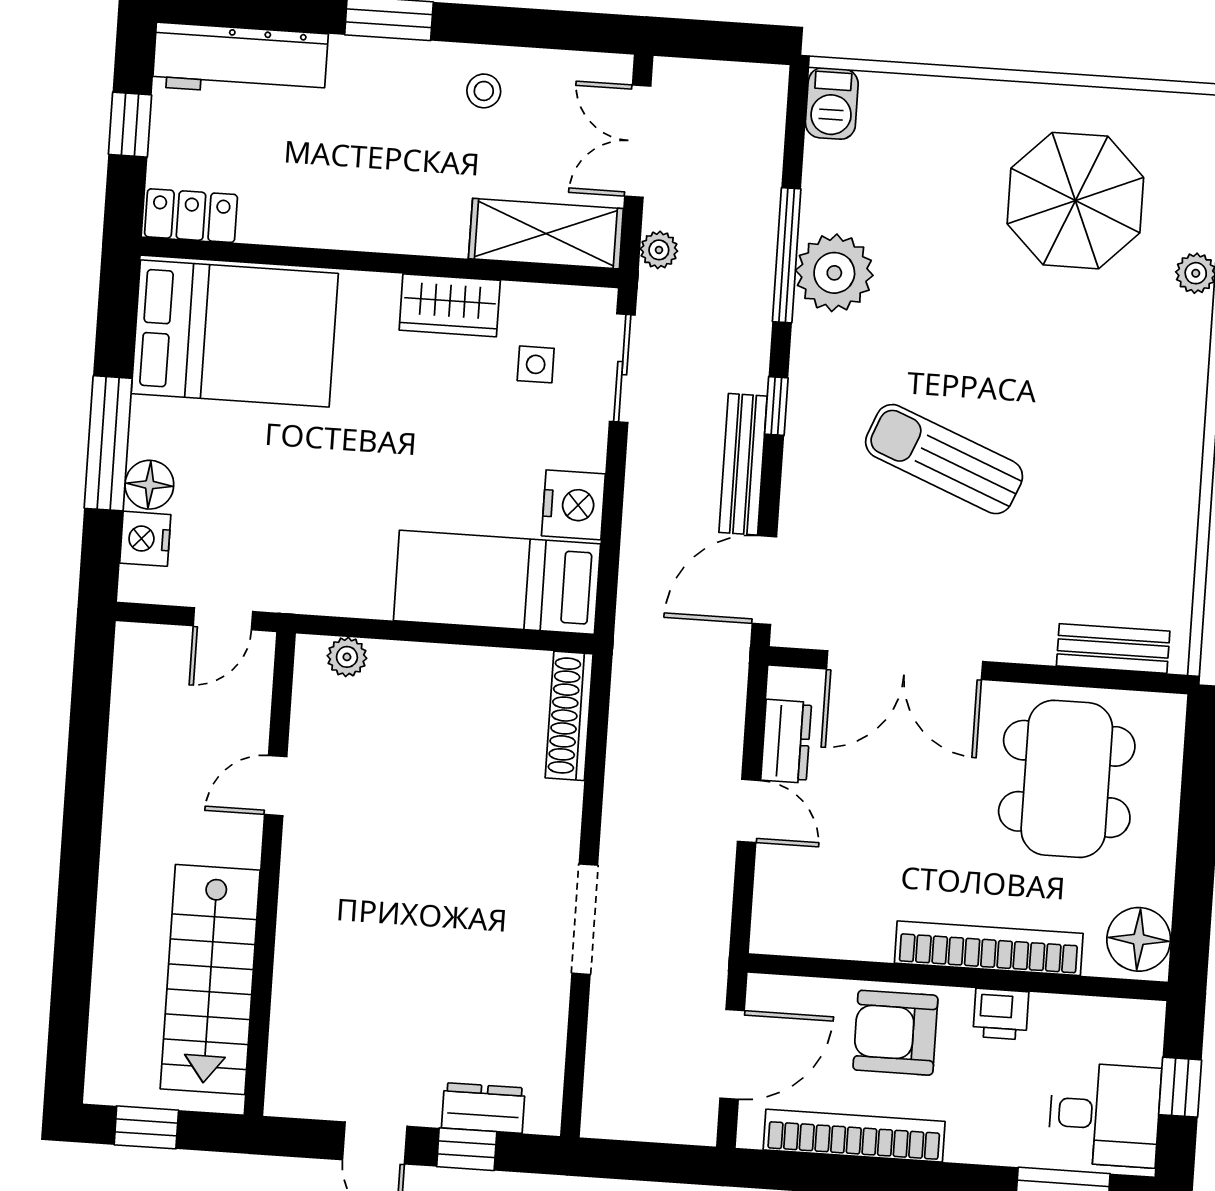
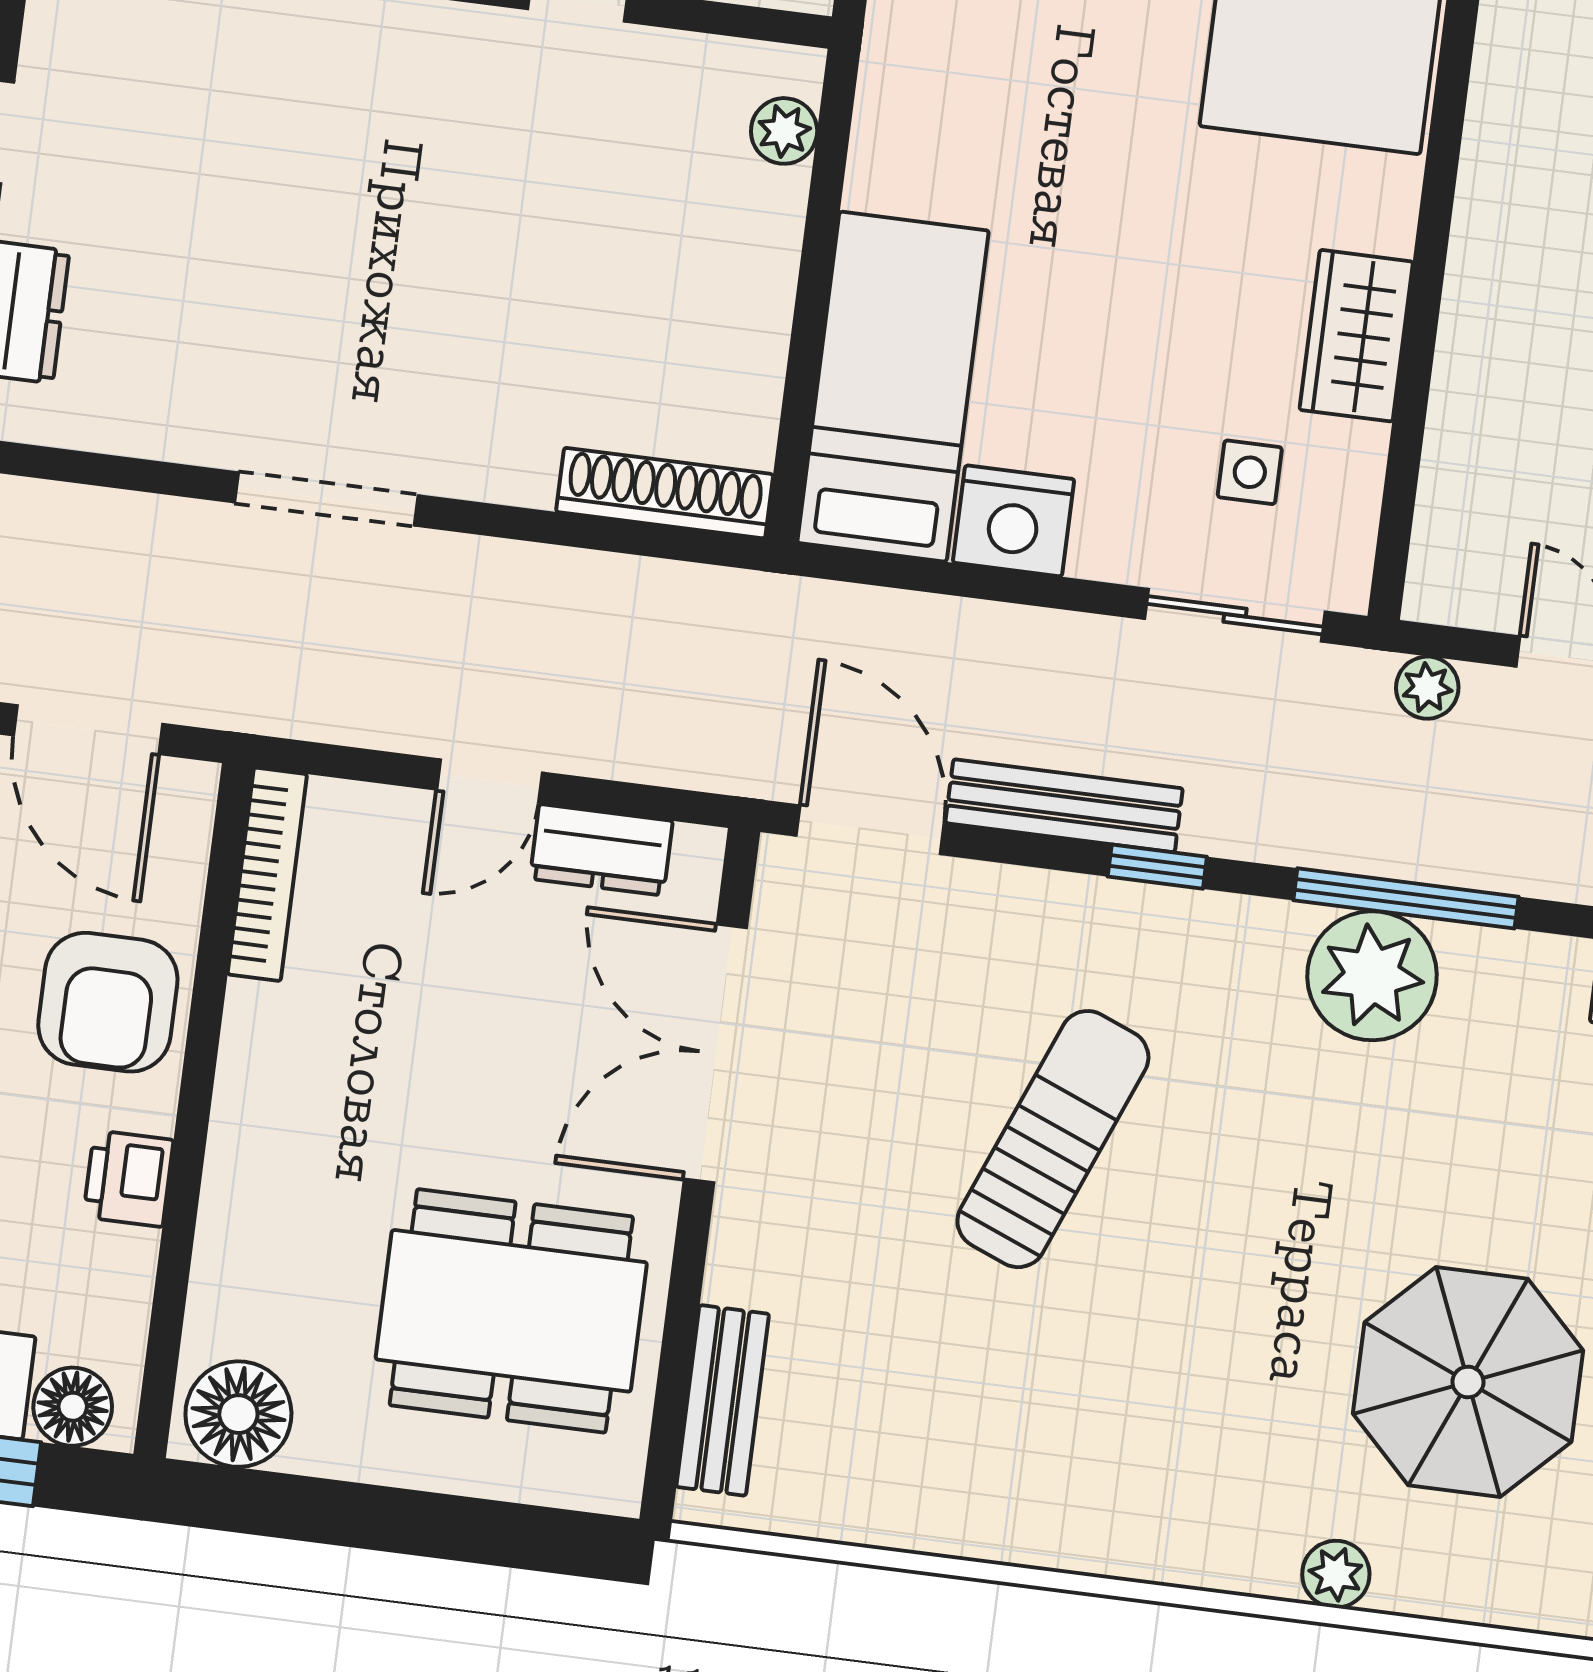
shelving: (546, 234) -> (1465, 502), removed
bookcase: (989, 948) -> (267, 874), moved, width x0.68, depth x0.76
armchair: (895, 1033) -> (108, 1002), turned 180
floor lamp: (1140, 1039) -> (73, 1407), added

